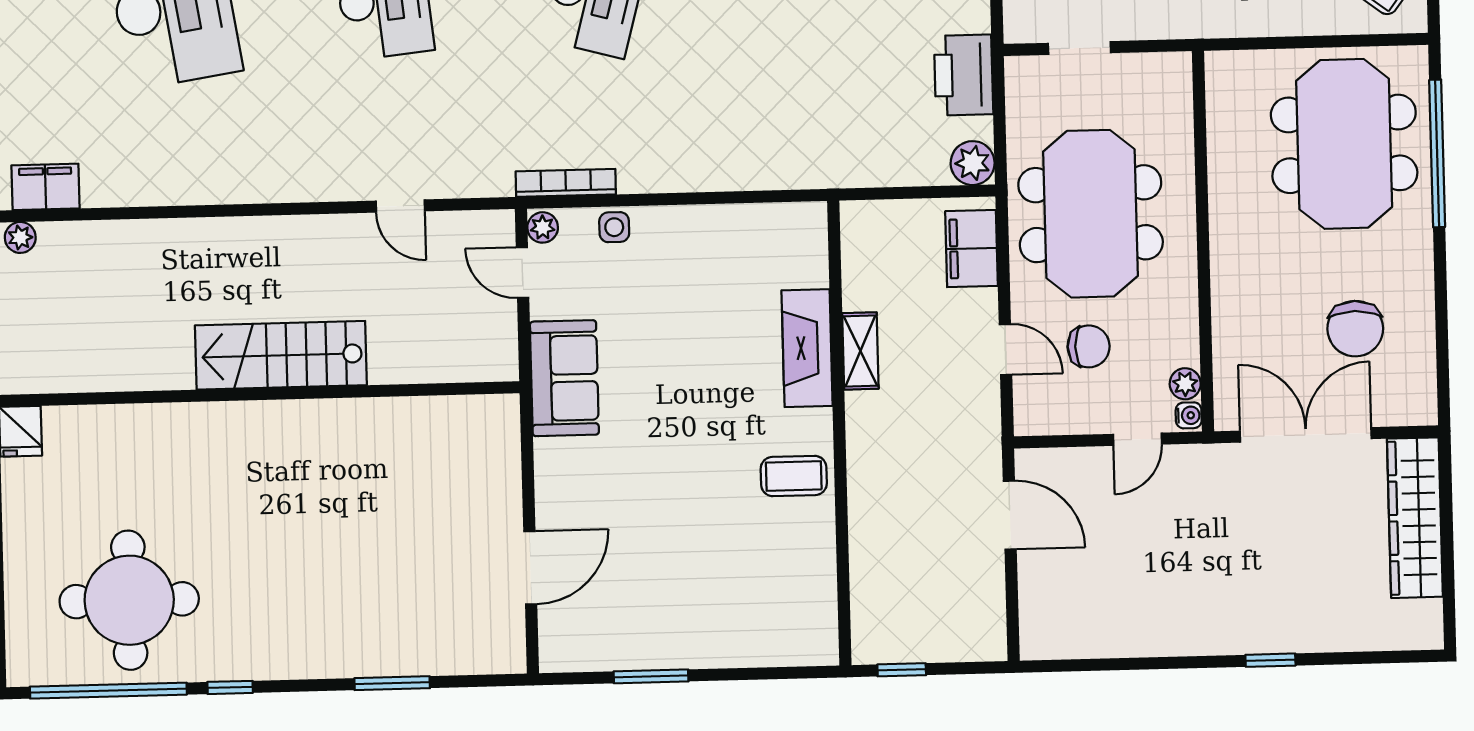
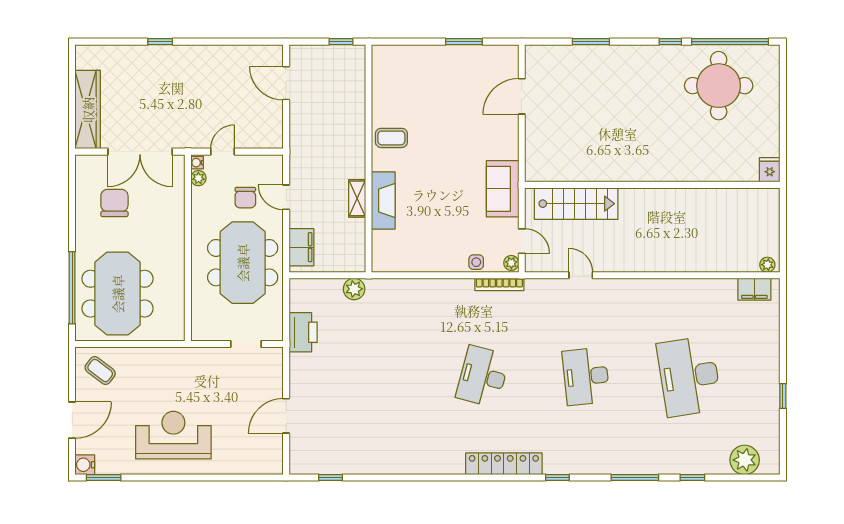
plant: (973, 163) -> (354, 289), moved
chair: (1089, 346) -> (245, 198), turned -90
stairs: (281, 355) -> (576, 204), moved
door: (1010, 515) -> (286, 83), moved

